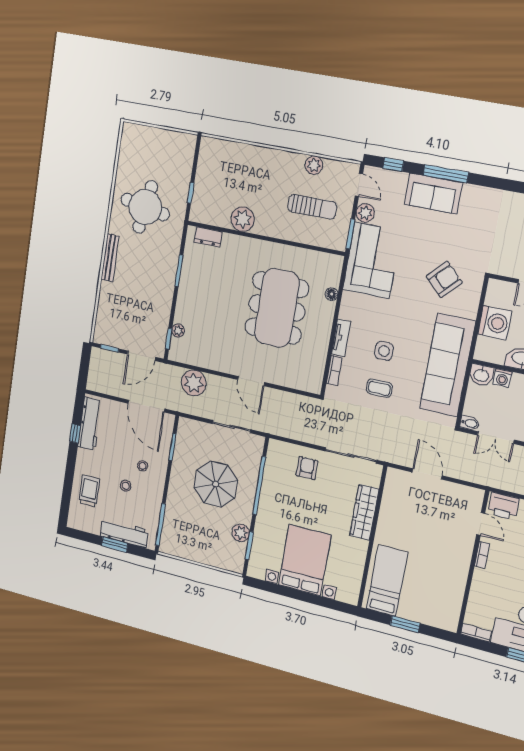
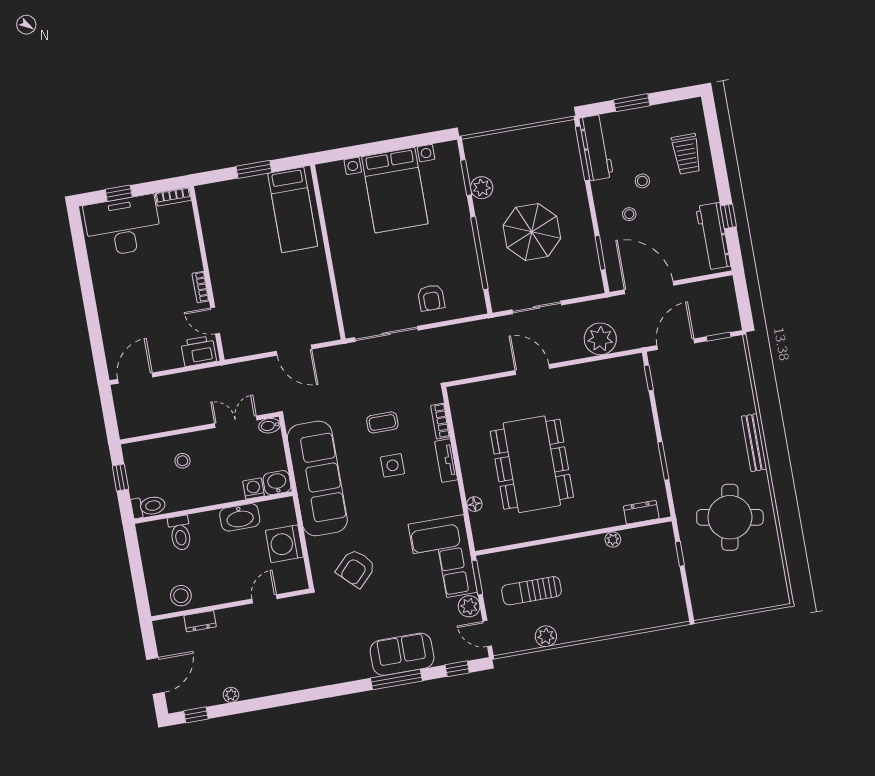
plant: (243, 219) -> (613, 539), width x0.53, depth x0.53
plant: (178, 331) -> (640, 392), removed
wardrobe: (364, 512) -> (347, 276), removed
workbench: (124, 533) -> (596, 148), moved, turned -90

